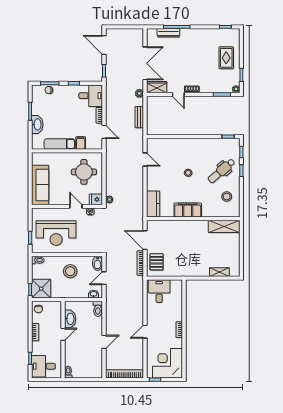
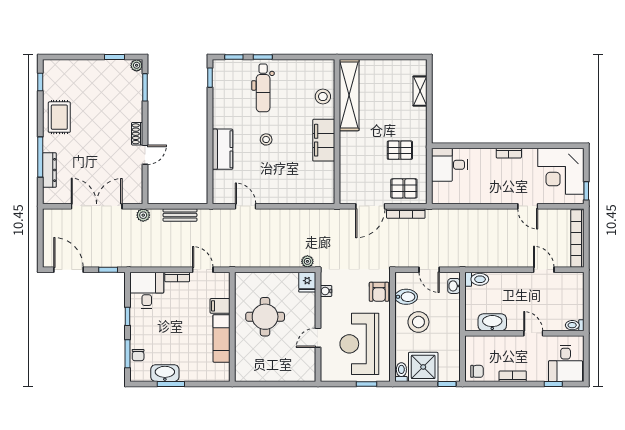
door: (104, 45) -> (68, 270), swing flipped
rug: (226, 58) -> (59, 117), moved, turned 90
wardrobe: (157, 87) -> (134, 188), removed
washbasin: (37, 124) -> (165, 373), moved
door: (104, 132) -> (203, 270), hinge flipped
door: (145, 159) -> (246, 206), hinge flipped
dental chair: (221, 171) -> (263, 88), turned 41
round table: (84, 172) -> (265, 317), moved
sofa: (40, 185) -> (285, 369), removed
stool: (227, 197) -> (323, 97), moved
kitchen counter: (153, 204) -> (223, 149), moved, turned 90
door: (76, 206) -> (318, 338), moved
shelving: (224, 226) -> (349, 95), width x1.47
reception desk: (56, 233) -> (359, 344), turned 180
armchair: (90, 246) -> (379, 292), added
pallet: (181, 259) -> (400, 150), added
bidet: (97, 263) -> (406, 297), moved
shower: (41, 289) -> (423, 367), moved
desk: (159, 291) -> (449, 165), moved
door: (145, 332) -> (528, 206), moved
door: (63, 334) -> (533, 333), moved
door: (104, 342) -> (544, 270), moved

